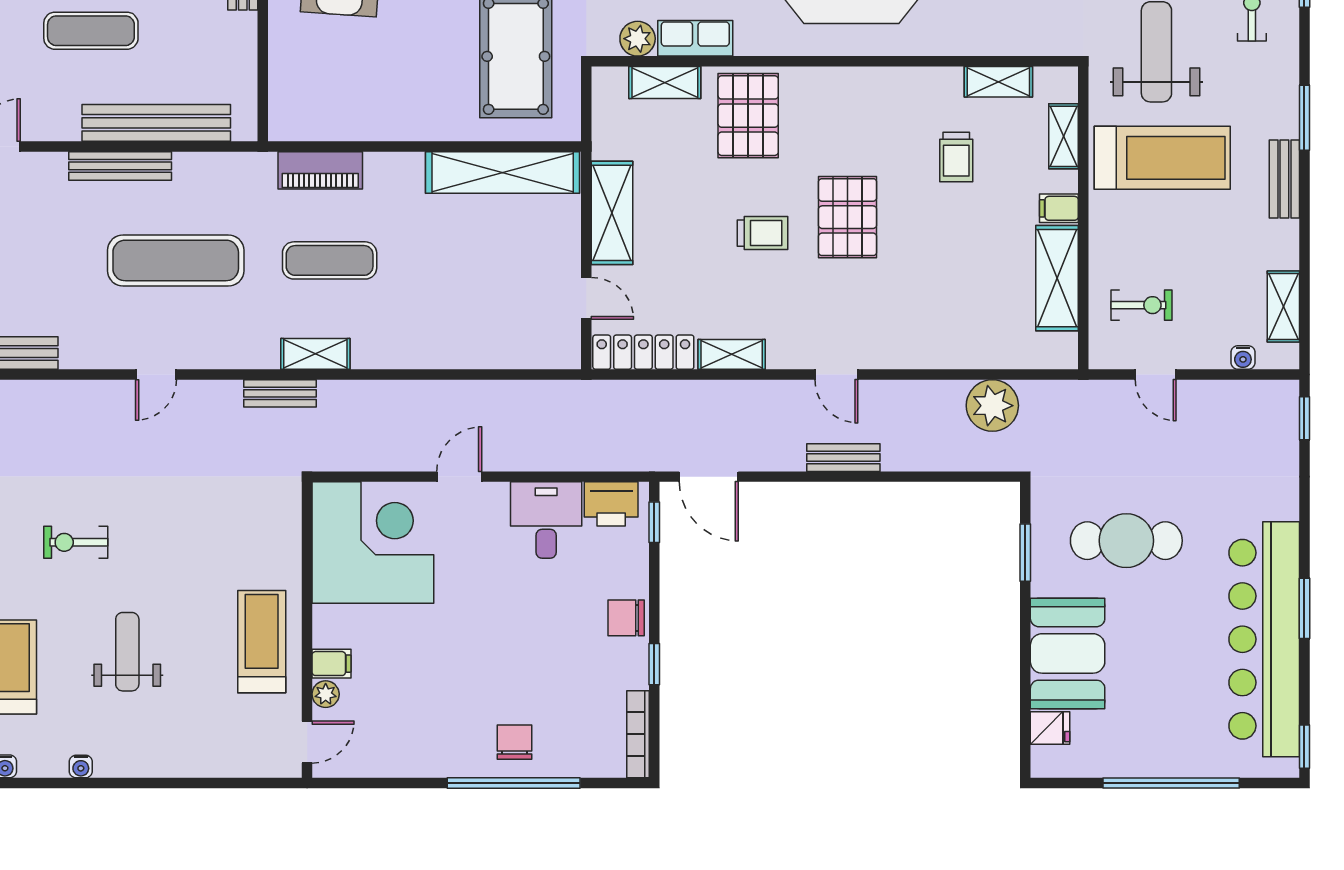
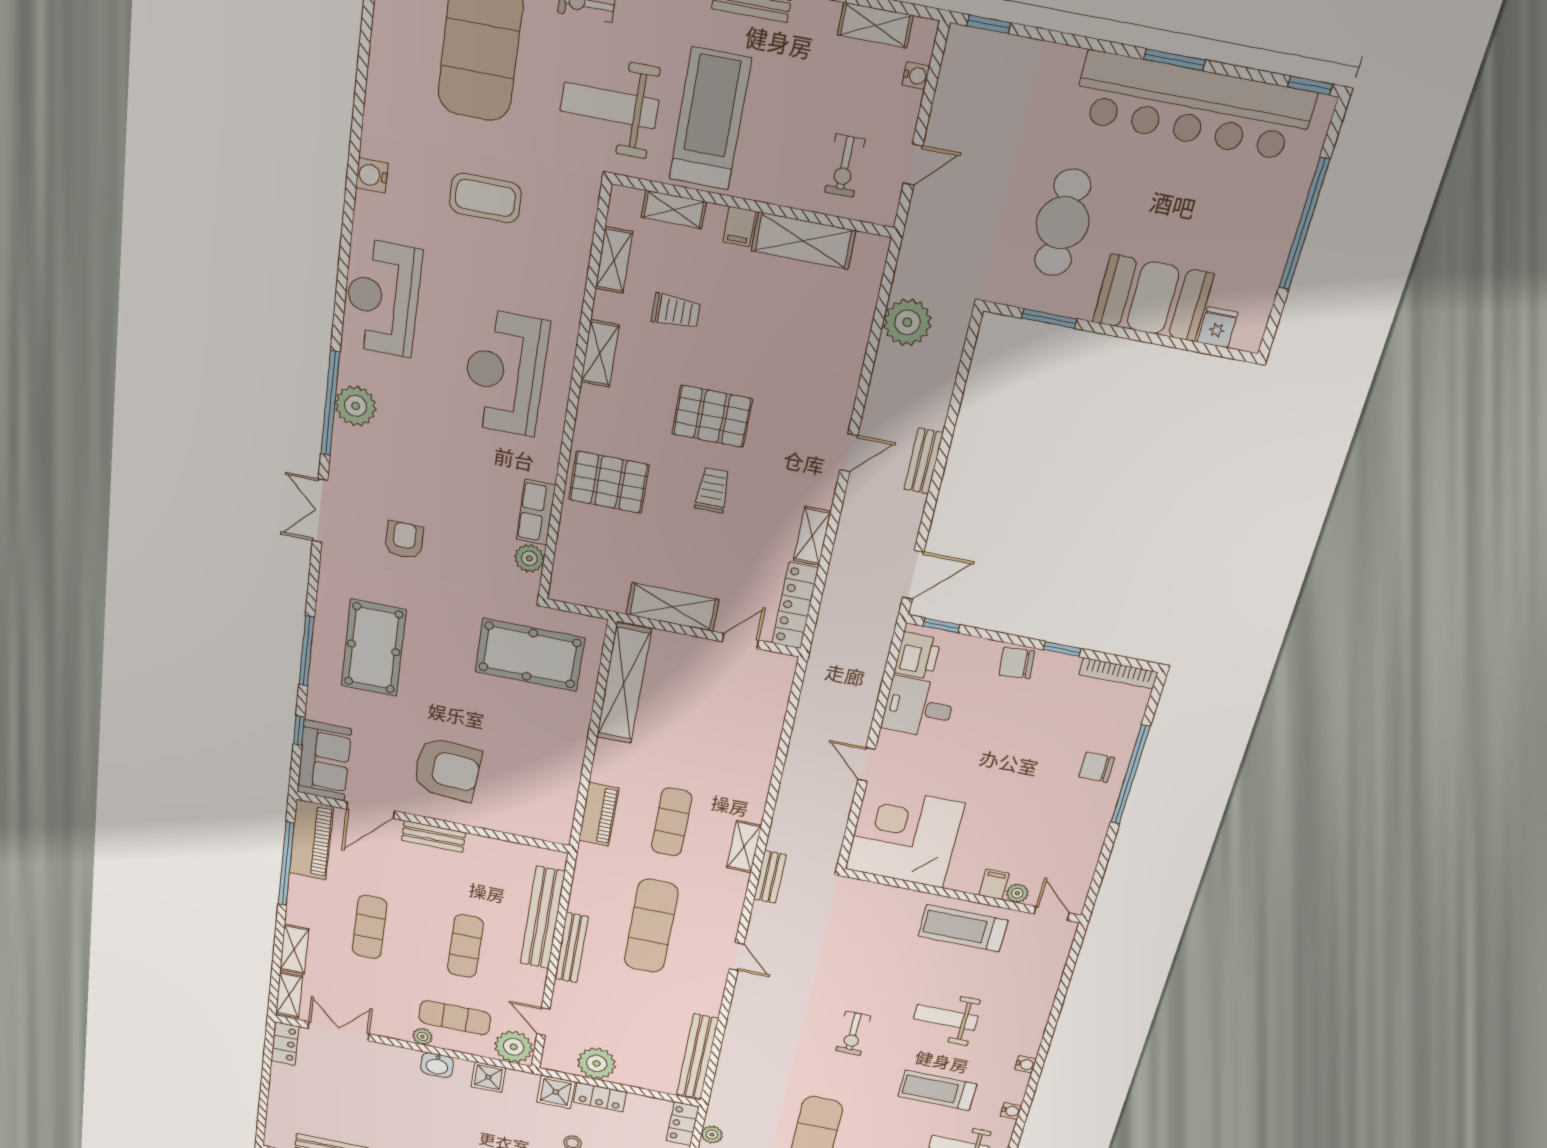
shelving: (665, 83) -> (600, 353), moved
exercise bike: (1142, 305) -> (845, 166), turned 180
chair: (626, 618) -> (1017, 663), turned 85

